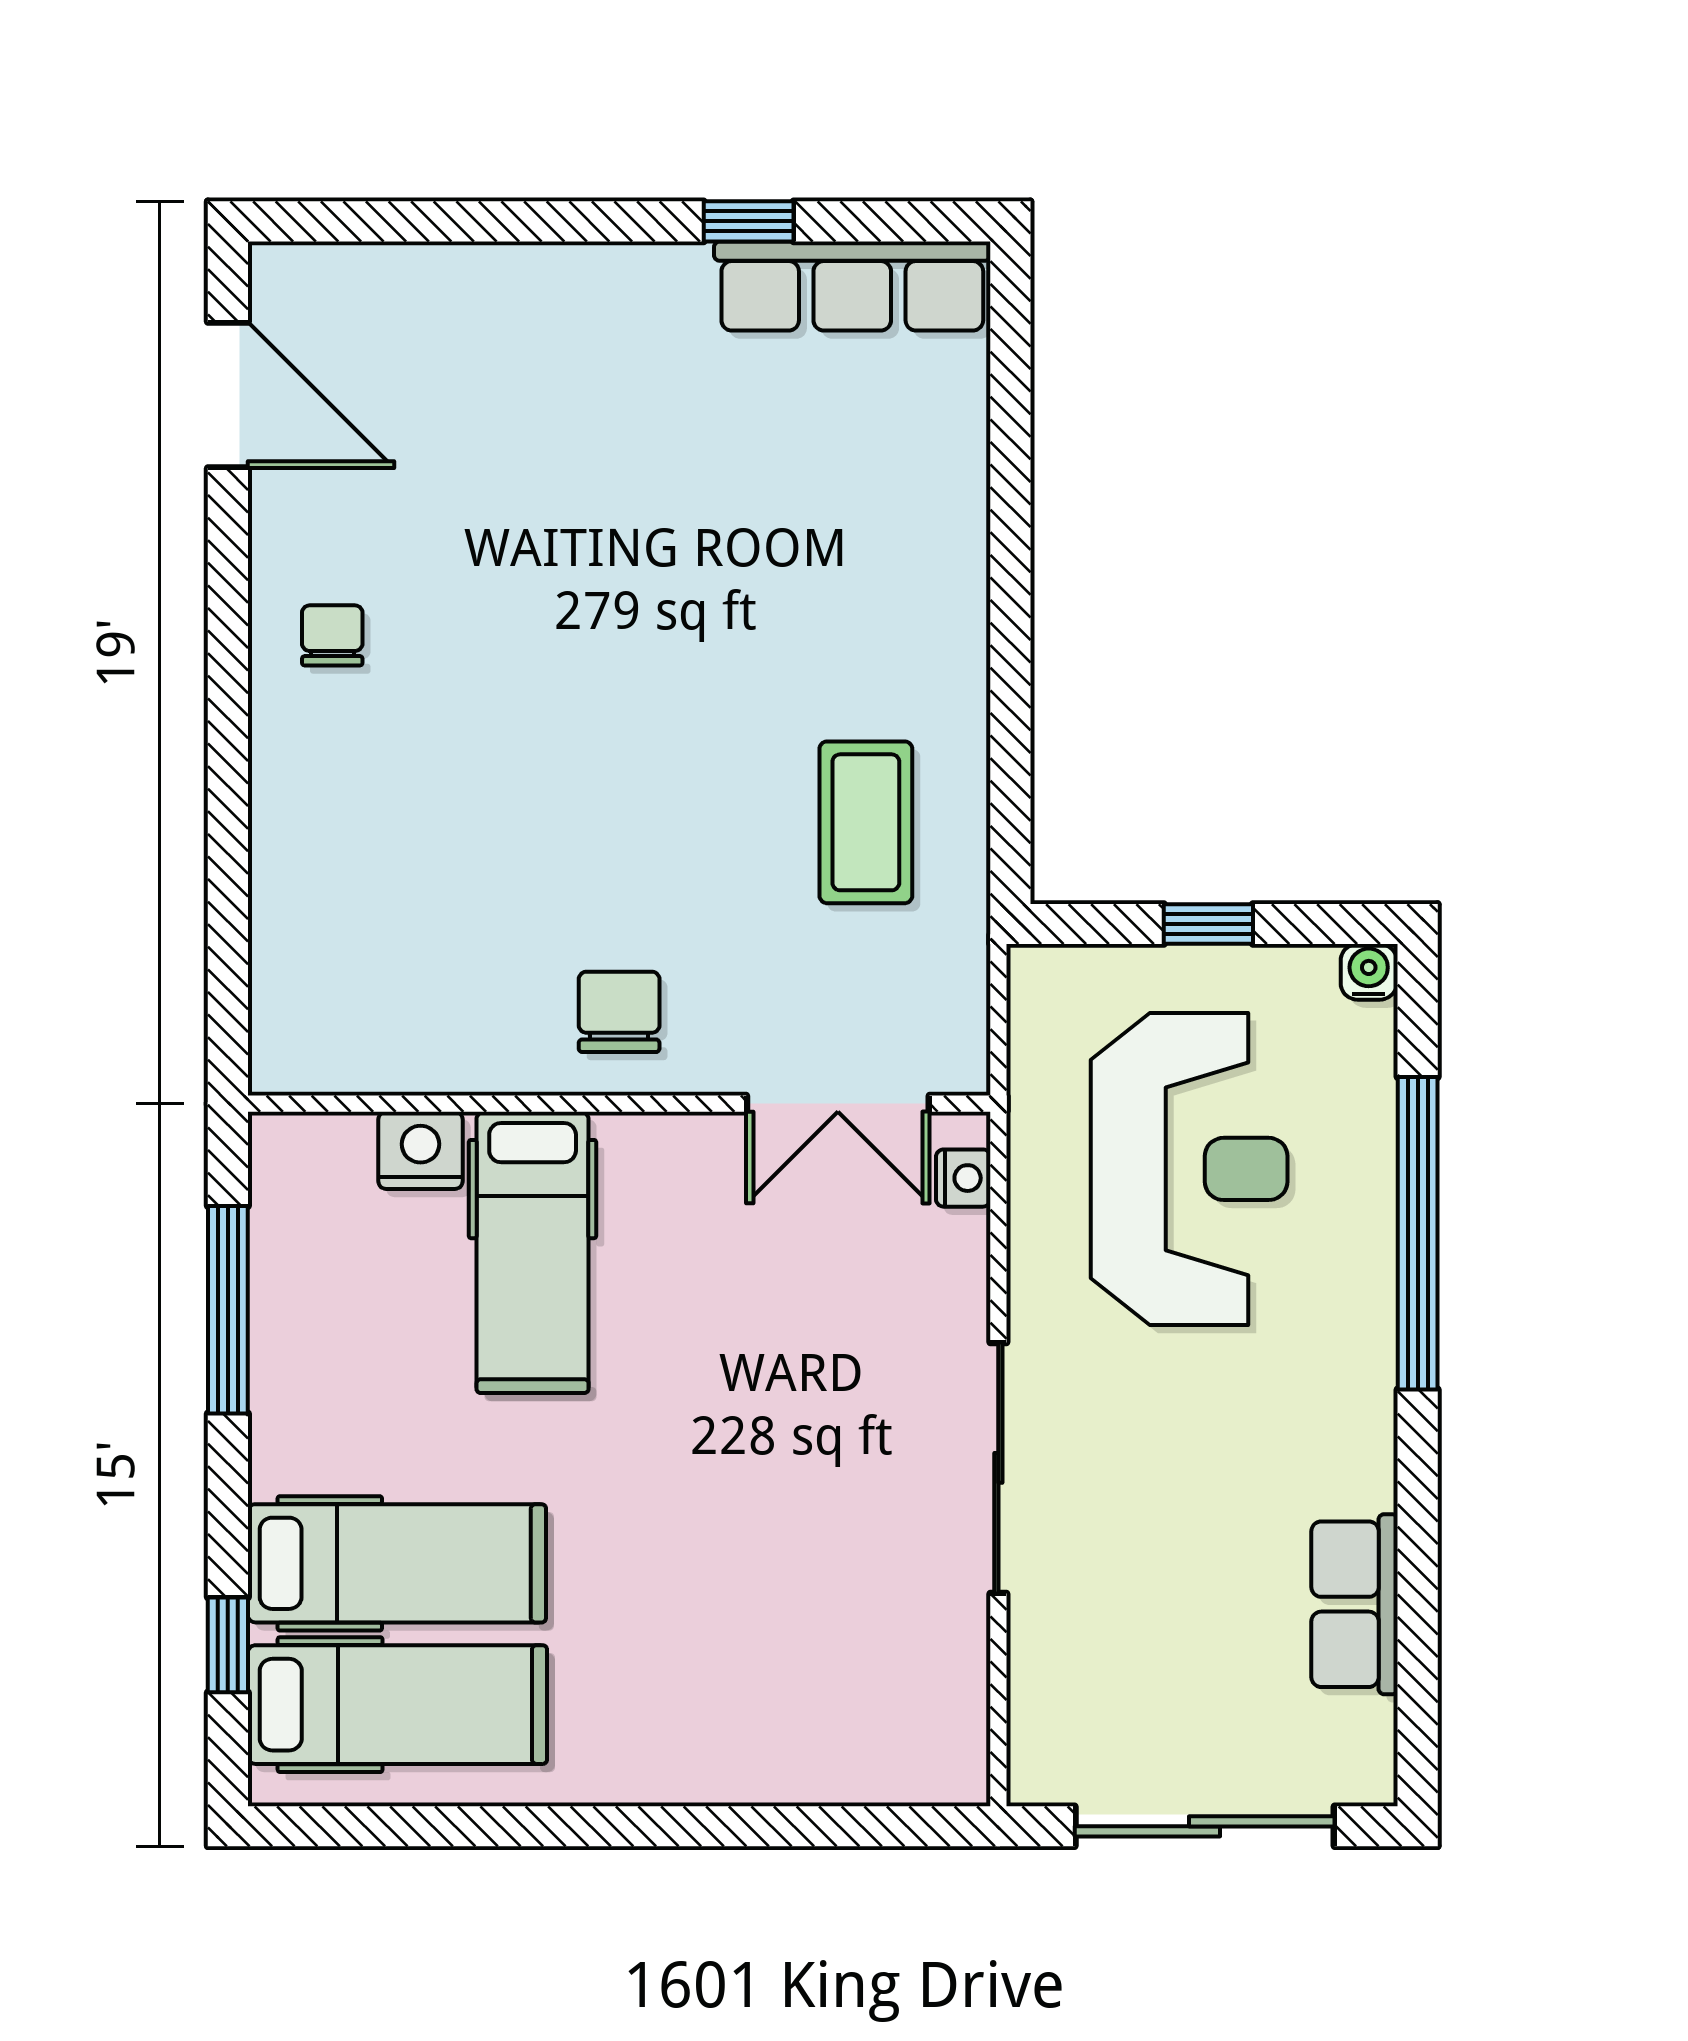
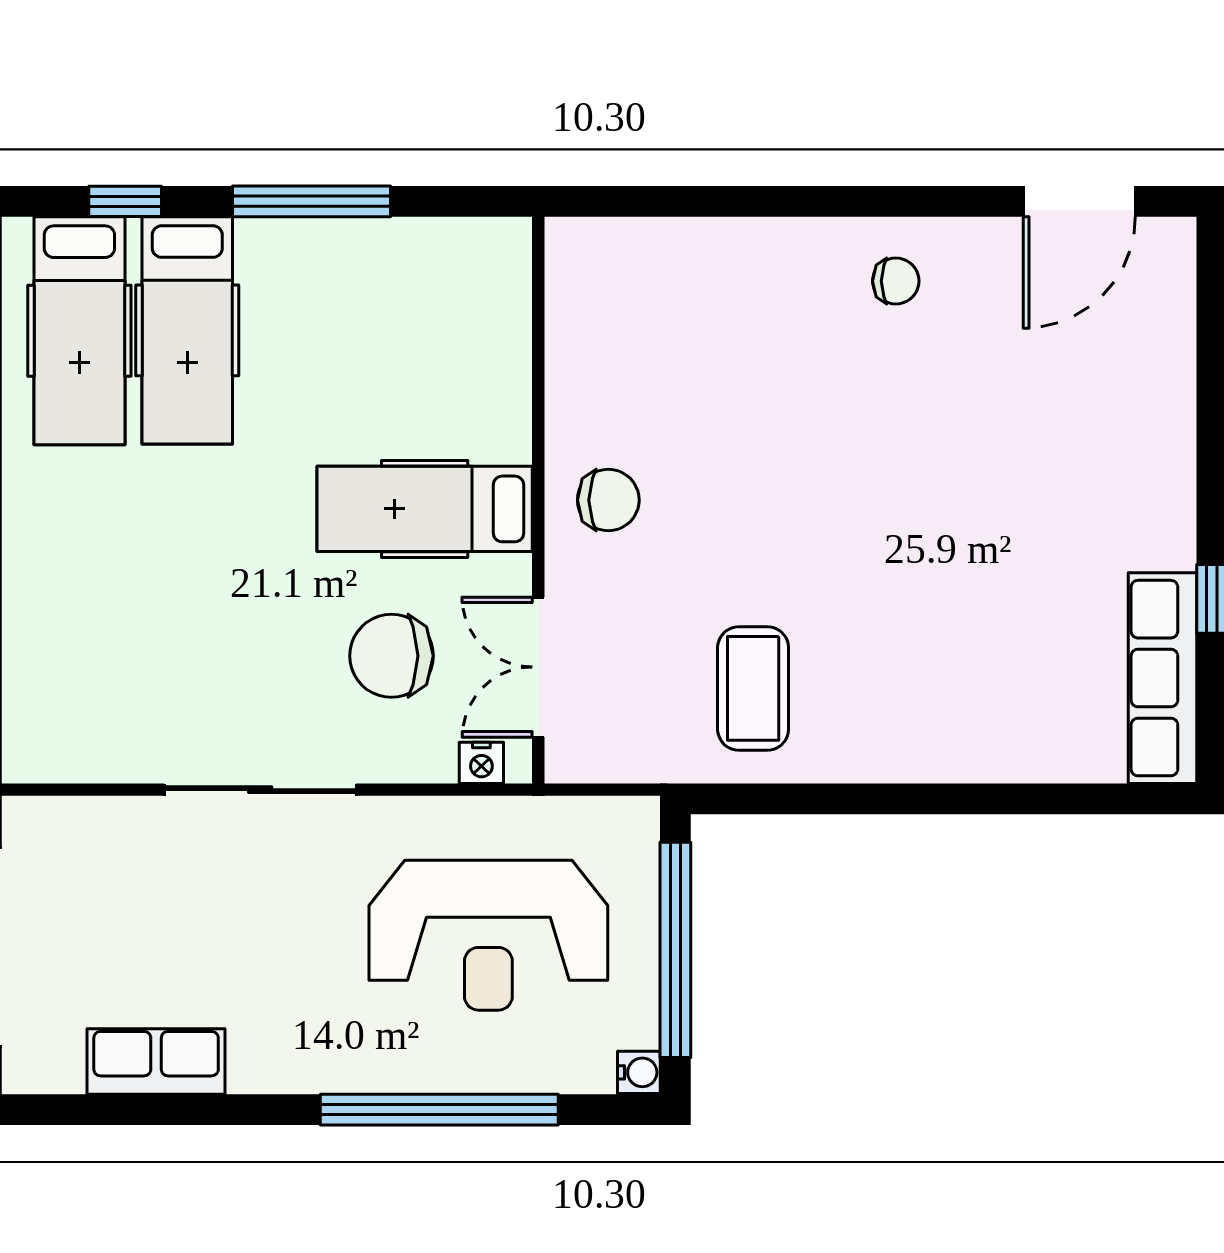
coffee table: (866, 822) -> (753, 688), turned 90
window: (1208, 924) -> (675, 950), width x3.17
nightstand: (421, 1150) -> (503, 348), removed
hospital bed: (533, 1252) -> (425, 509), moved
chair: (823, 1296) -> (391, 656), added
window: (228, 1310) -> (312, 201), moved

